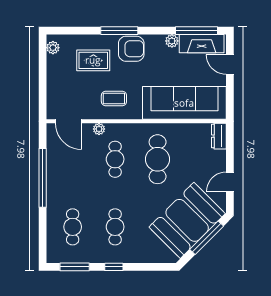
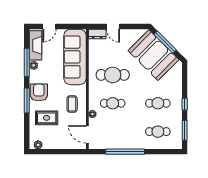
window: (196, 31) -> (27, 62), moved
rug: (93, 60) -> (47, 118), turned 90
door: (69, 121) -> (87, 134), swing flipped
door: (230, 182) -> (113, 26), moved

